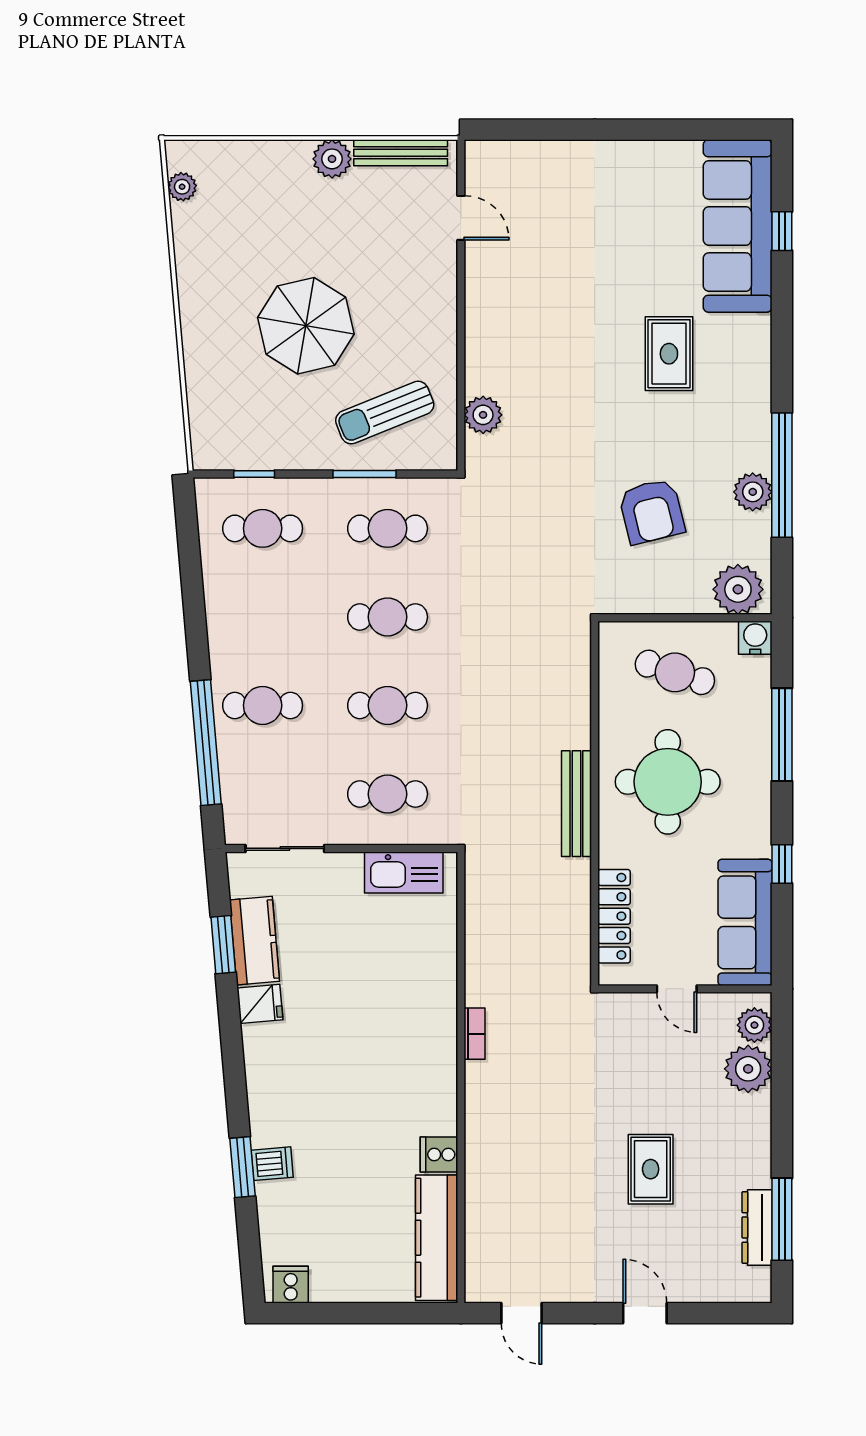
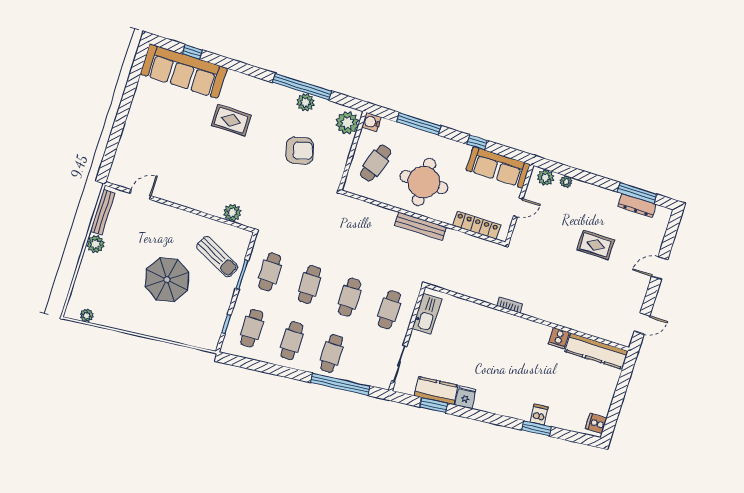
sun lounger: (385, 413) -> (217, 257), turned -41
cafe table: (263, 617) -> (292, 341), added
plant: (748, 1069) -> (566, 182), width x0.53, depth x0.53

